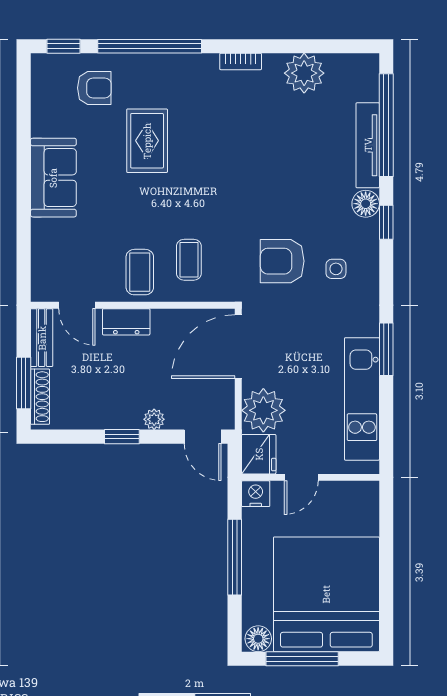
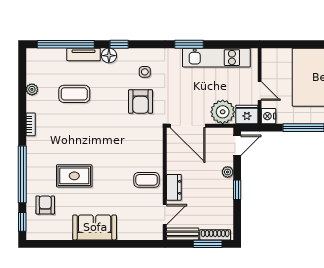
plant: (304, 73) -> (32, 89), width x0.53, depth x0.53
tv unit: (368, 145) -> (84, 54), width x0.71
coffee table: (189, 260) -> (74, 94), moved, width x1.36, depth x1.30

